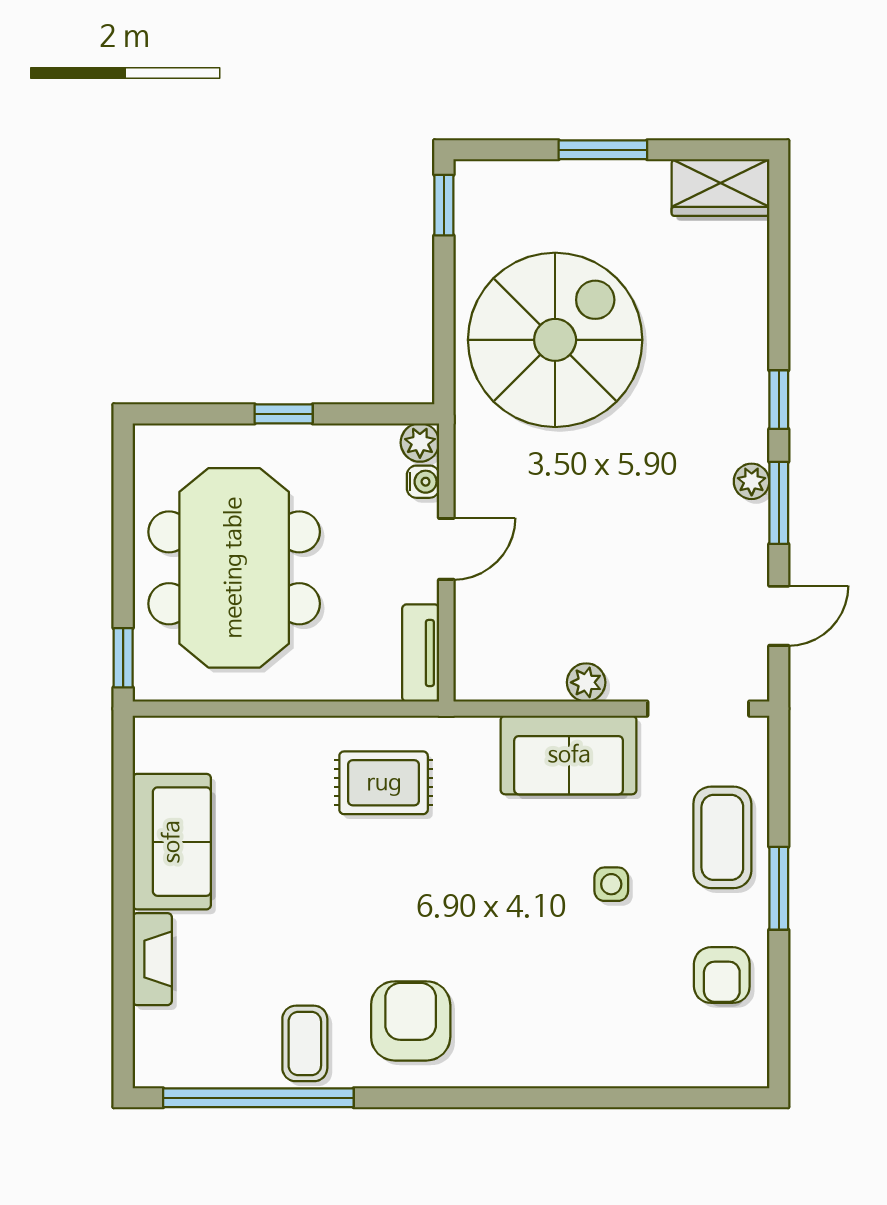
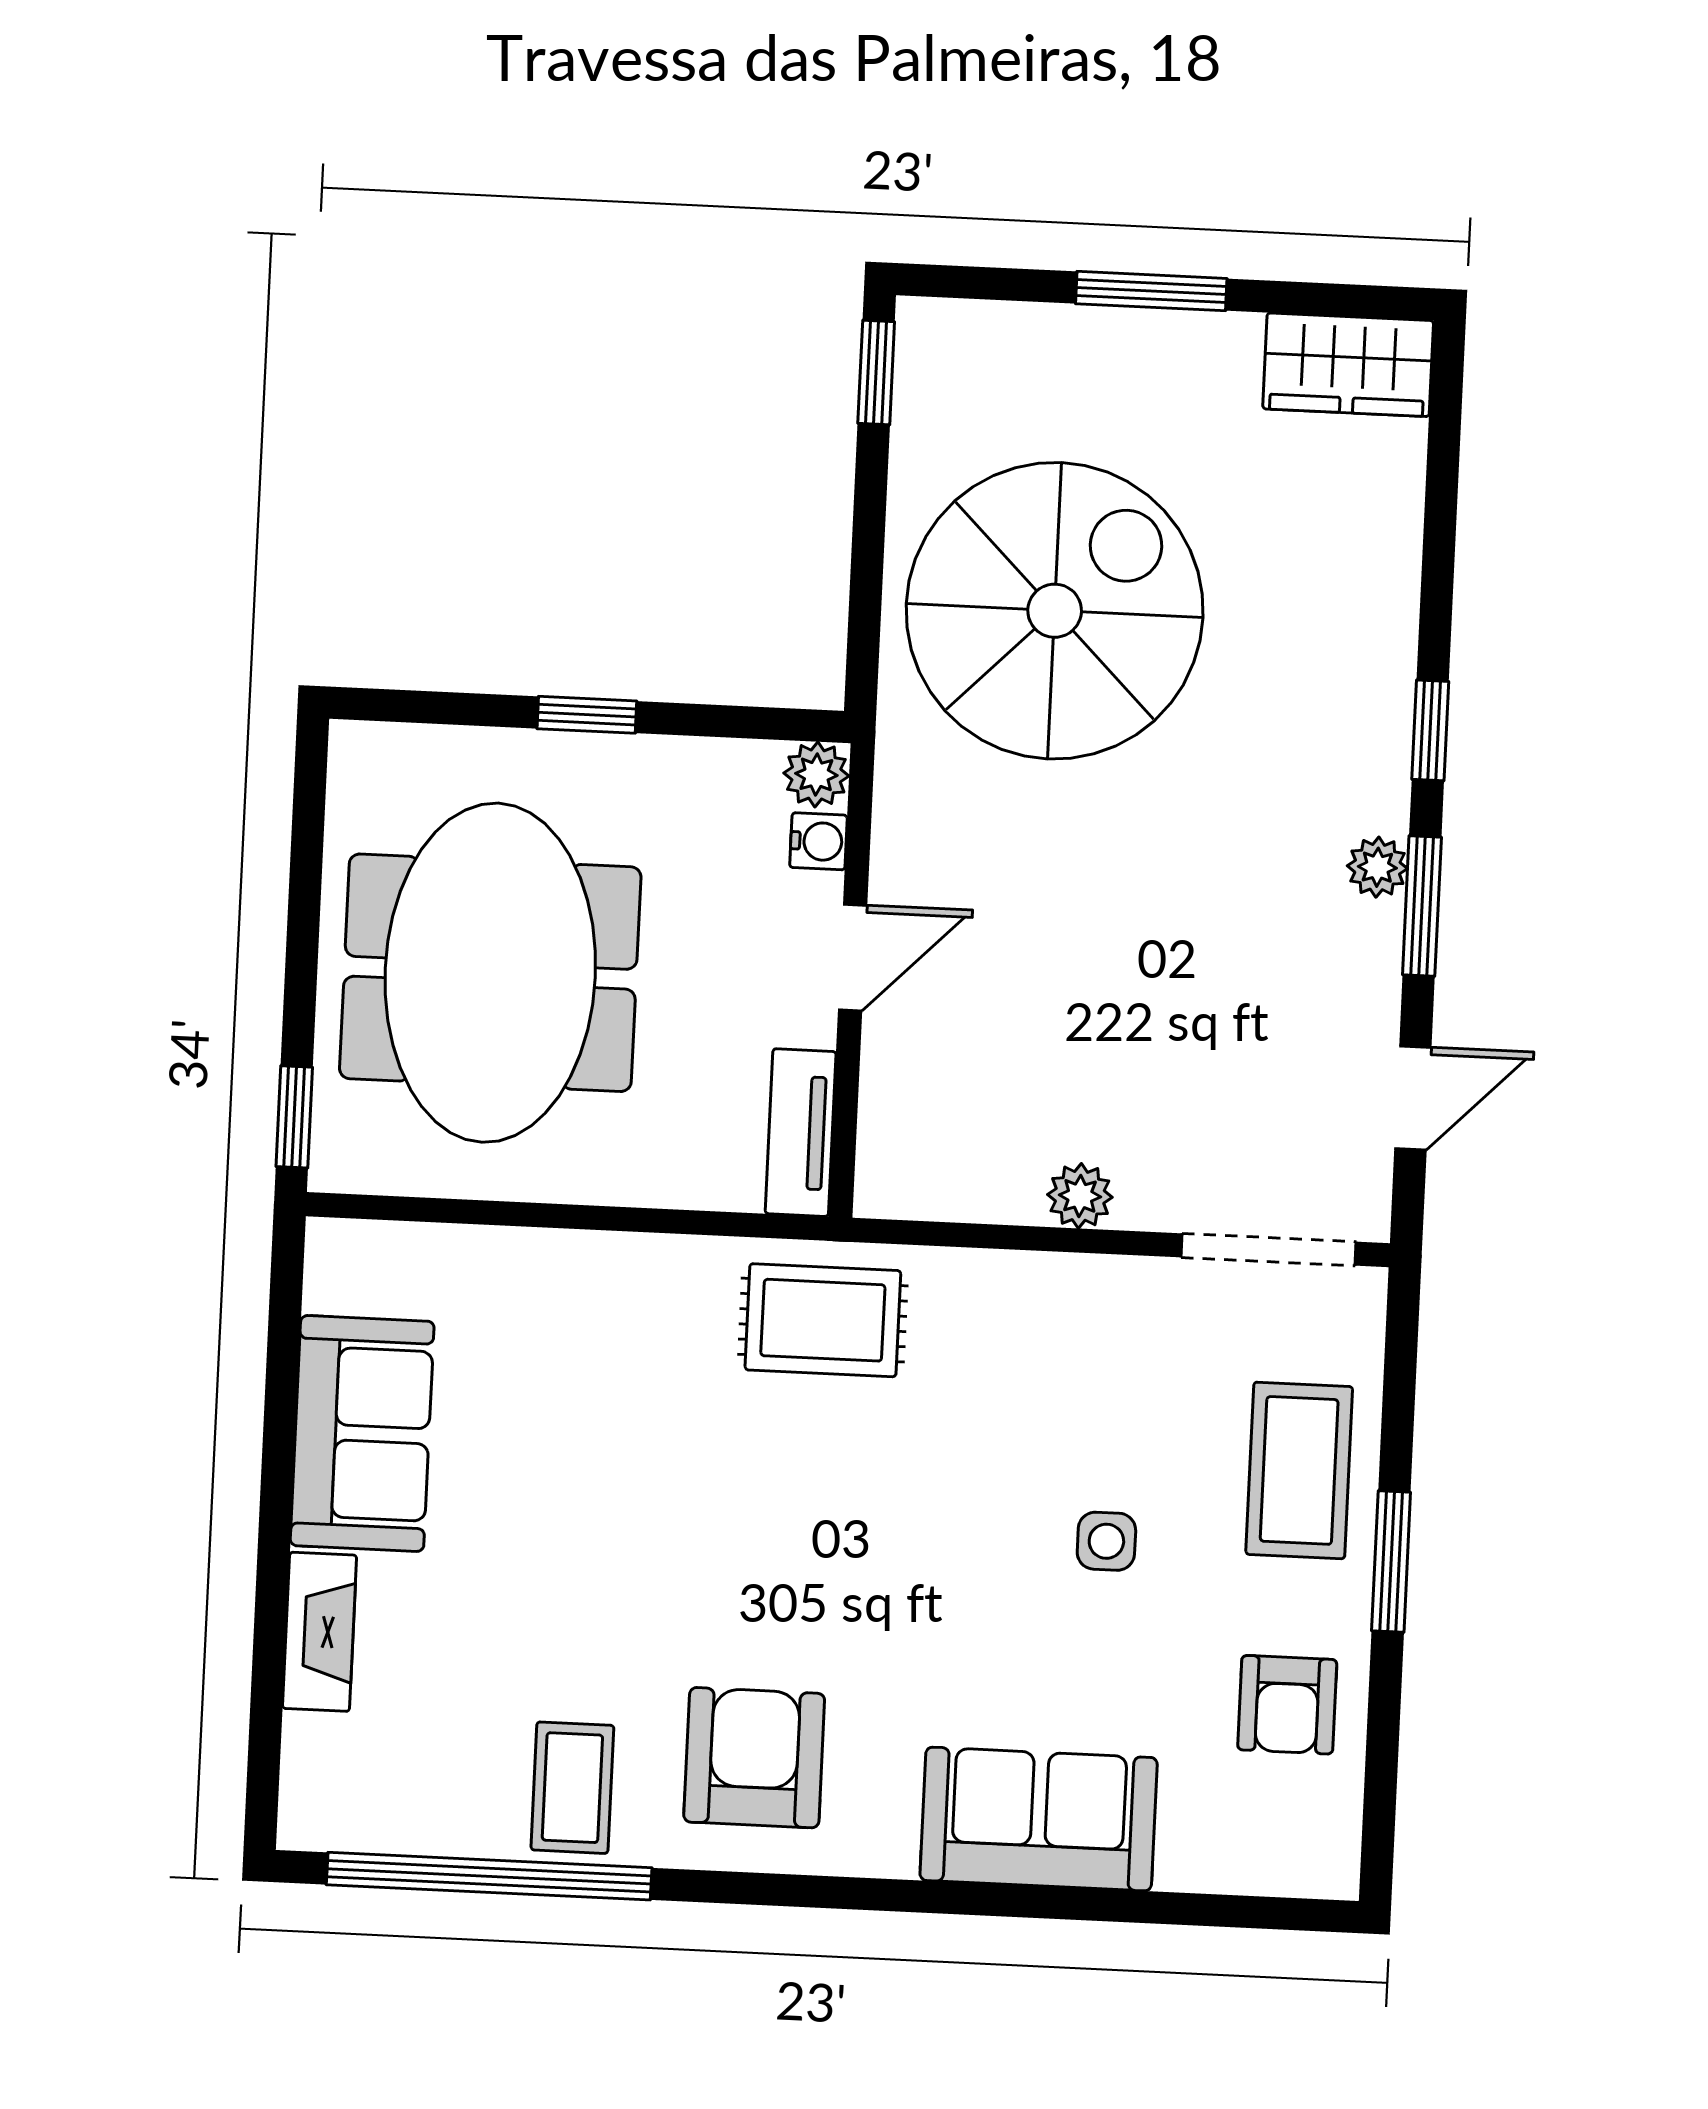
sofa: (569, 755) -> (1039, 1819), moved, turned 180
rug: (384, 783) -> (823, 1320), moved

